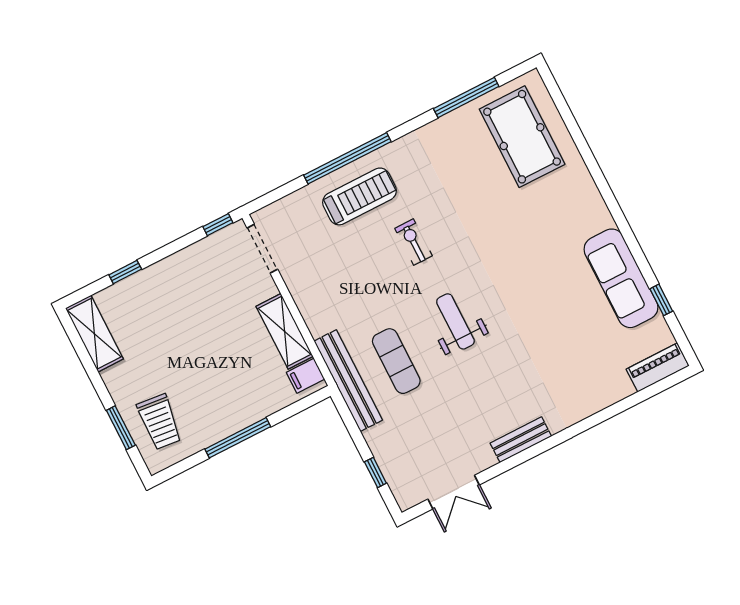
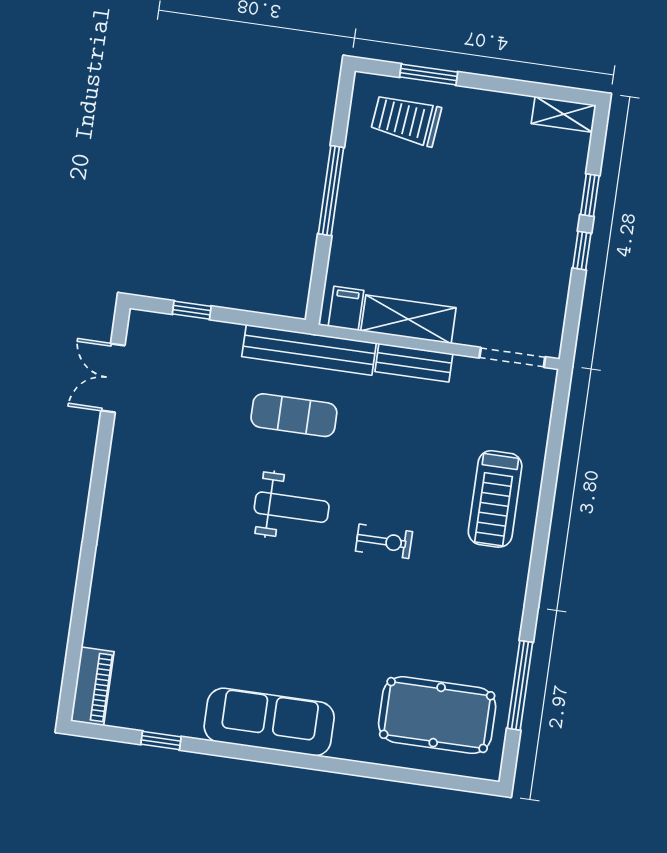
window: (347, 158) -> (544, 514), removed
window: (218, 225) -> (582, 251), moved
exercise bike: (414, 242) -> (384, 541), moved
sofa: (621, 278) -> (269, 722), moved
shelving: (94, 334) -> (564, 114), width x0.67, depth x0.75
bench: (521, 440) -> (414, 363), moved, turned 90

